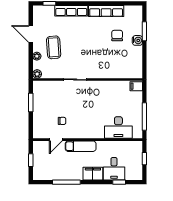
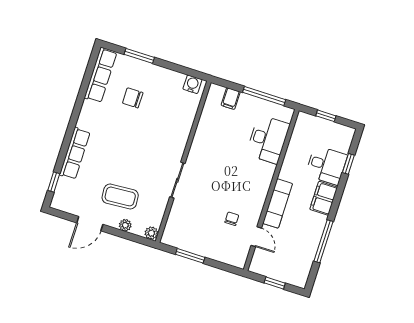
row of seats: (106, 11) -> (101, 75), moved
water cooler: (137, 40) -> (192, 84), moved
filing cabinet: (136, 86) -> (231, 99), moved

